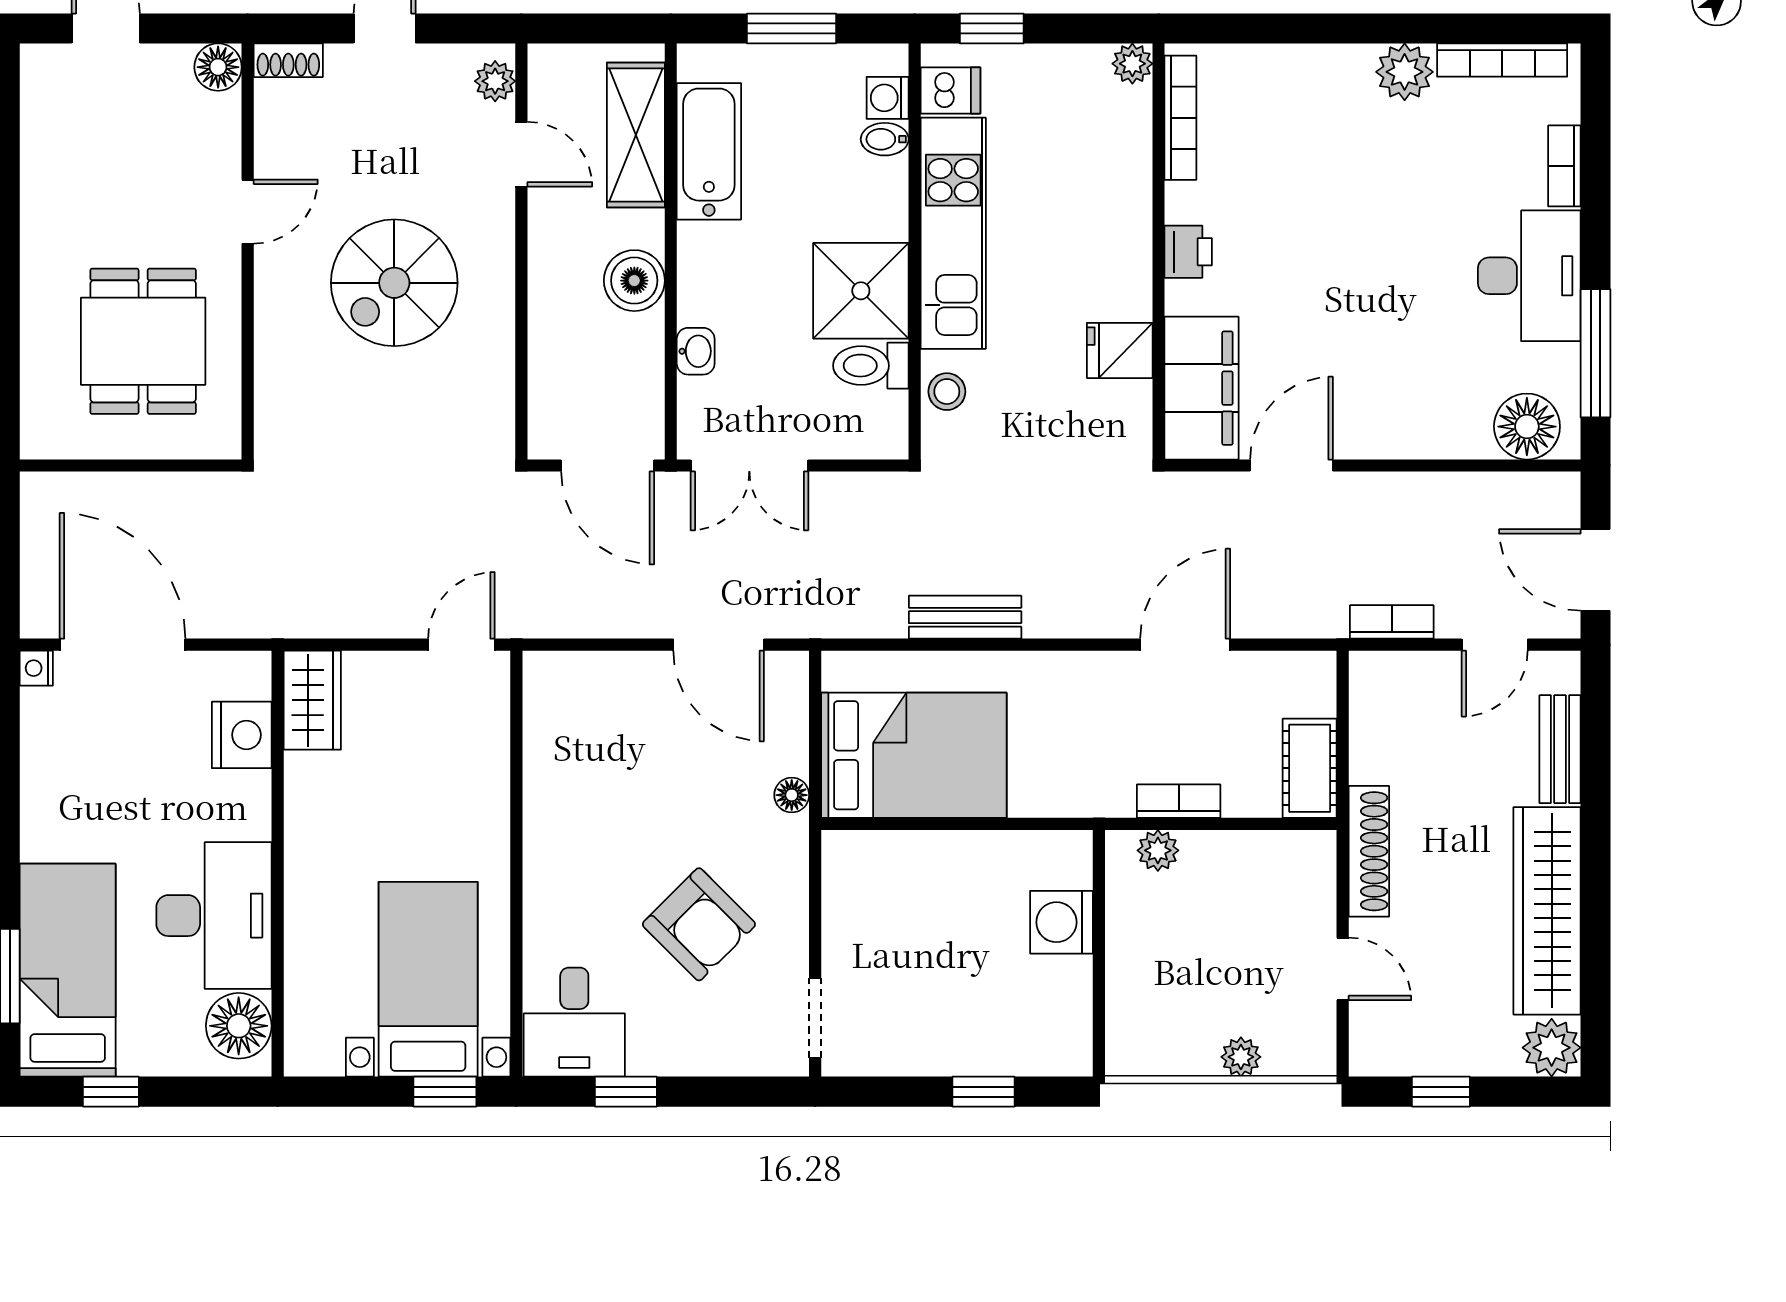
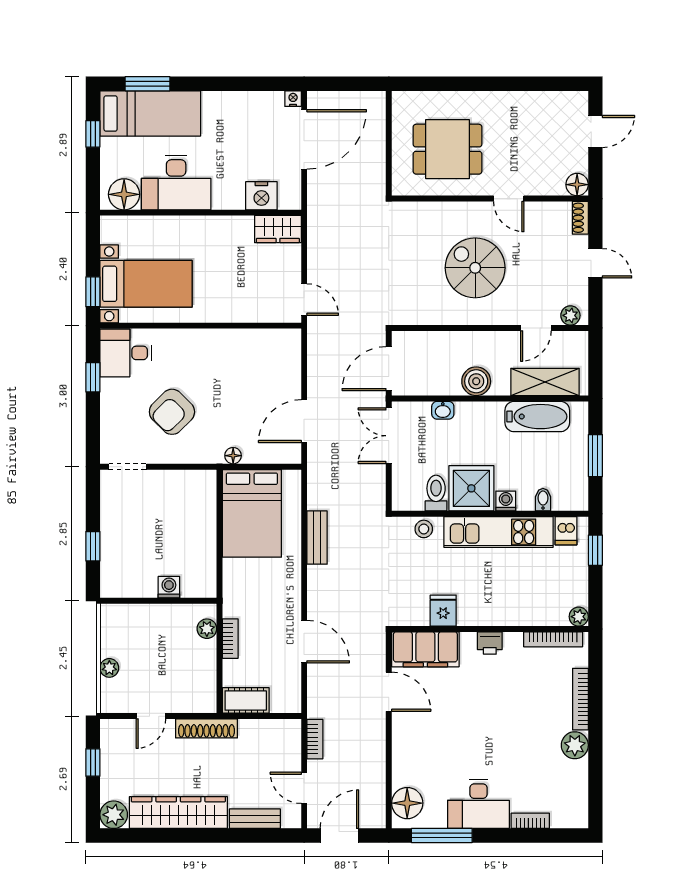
bookcase: (1502, 60) -> (580, 699), moved
washing machine: (888, 98) -> (506, 501), moved
washing machine: (1061, 922) -> (169, 587), width x0.73, depth x0.73

